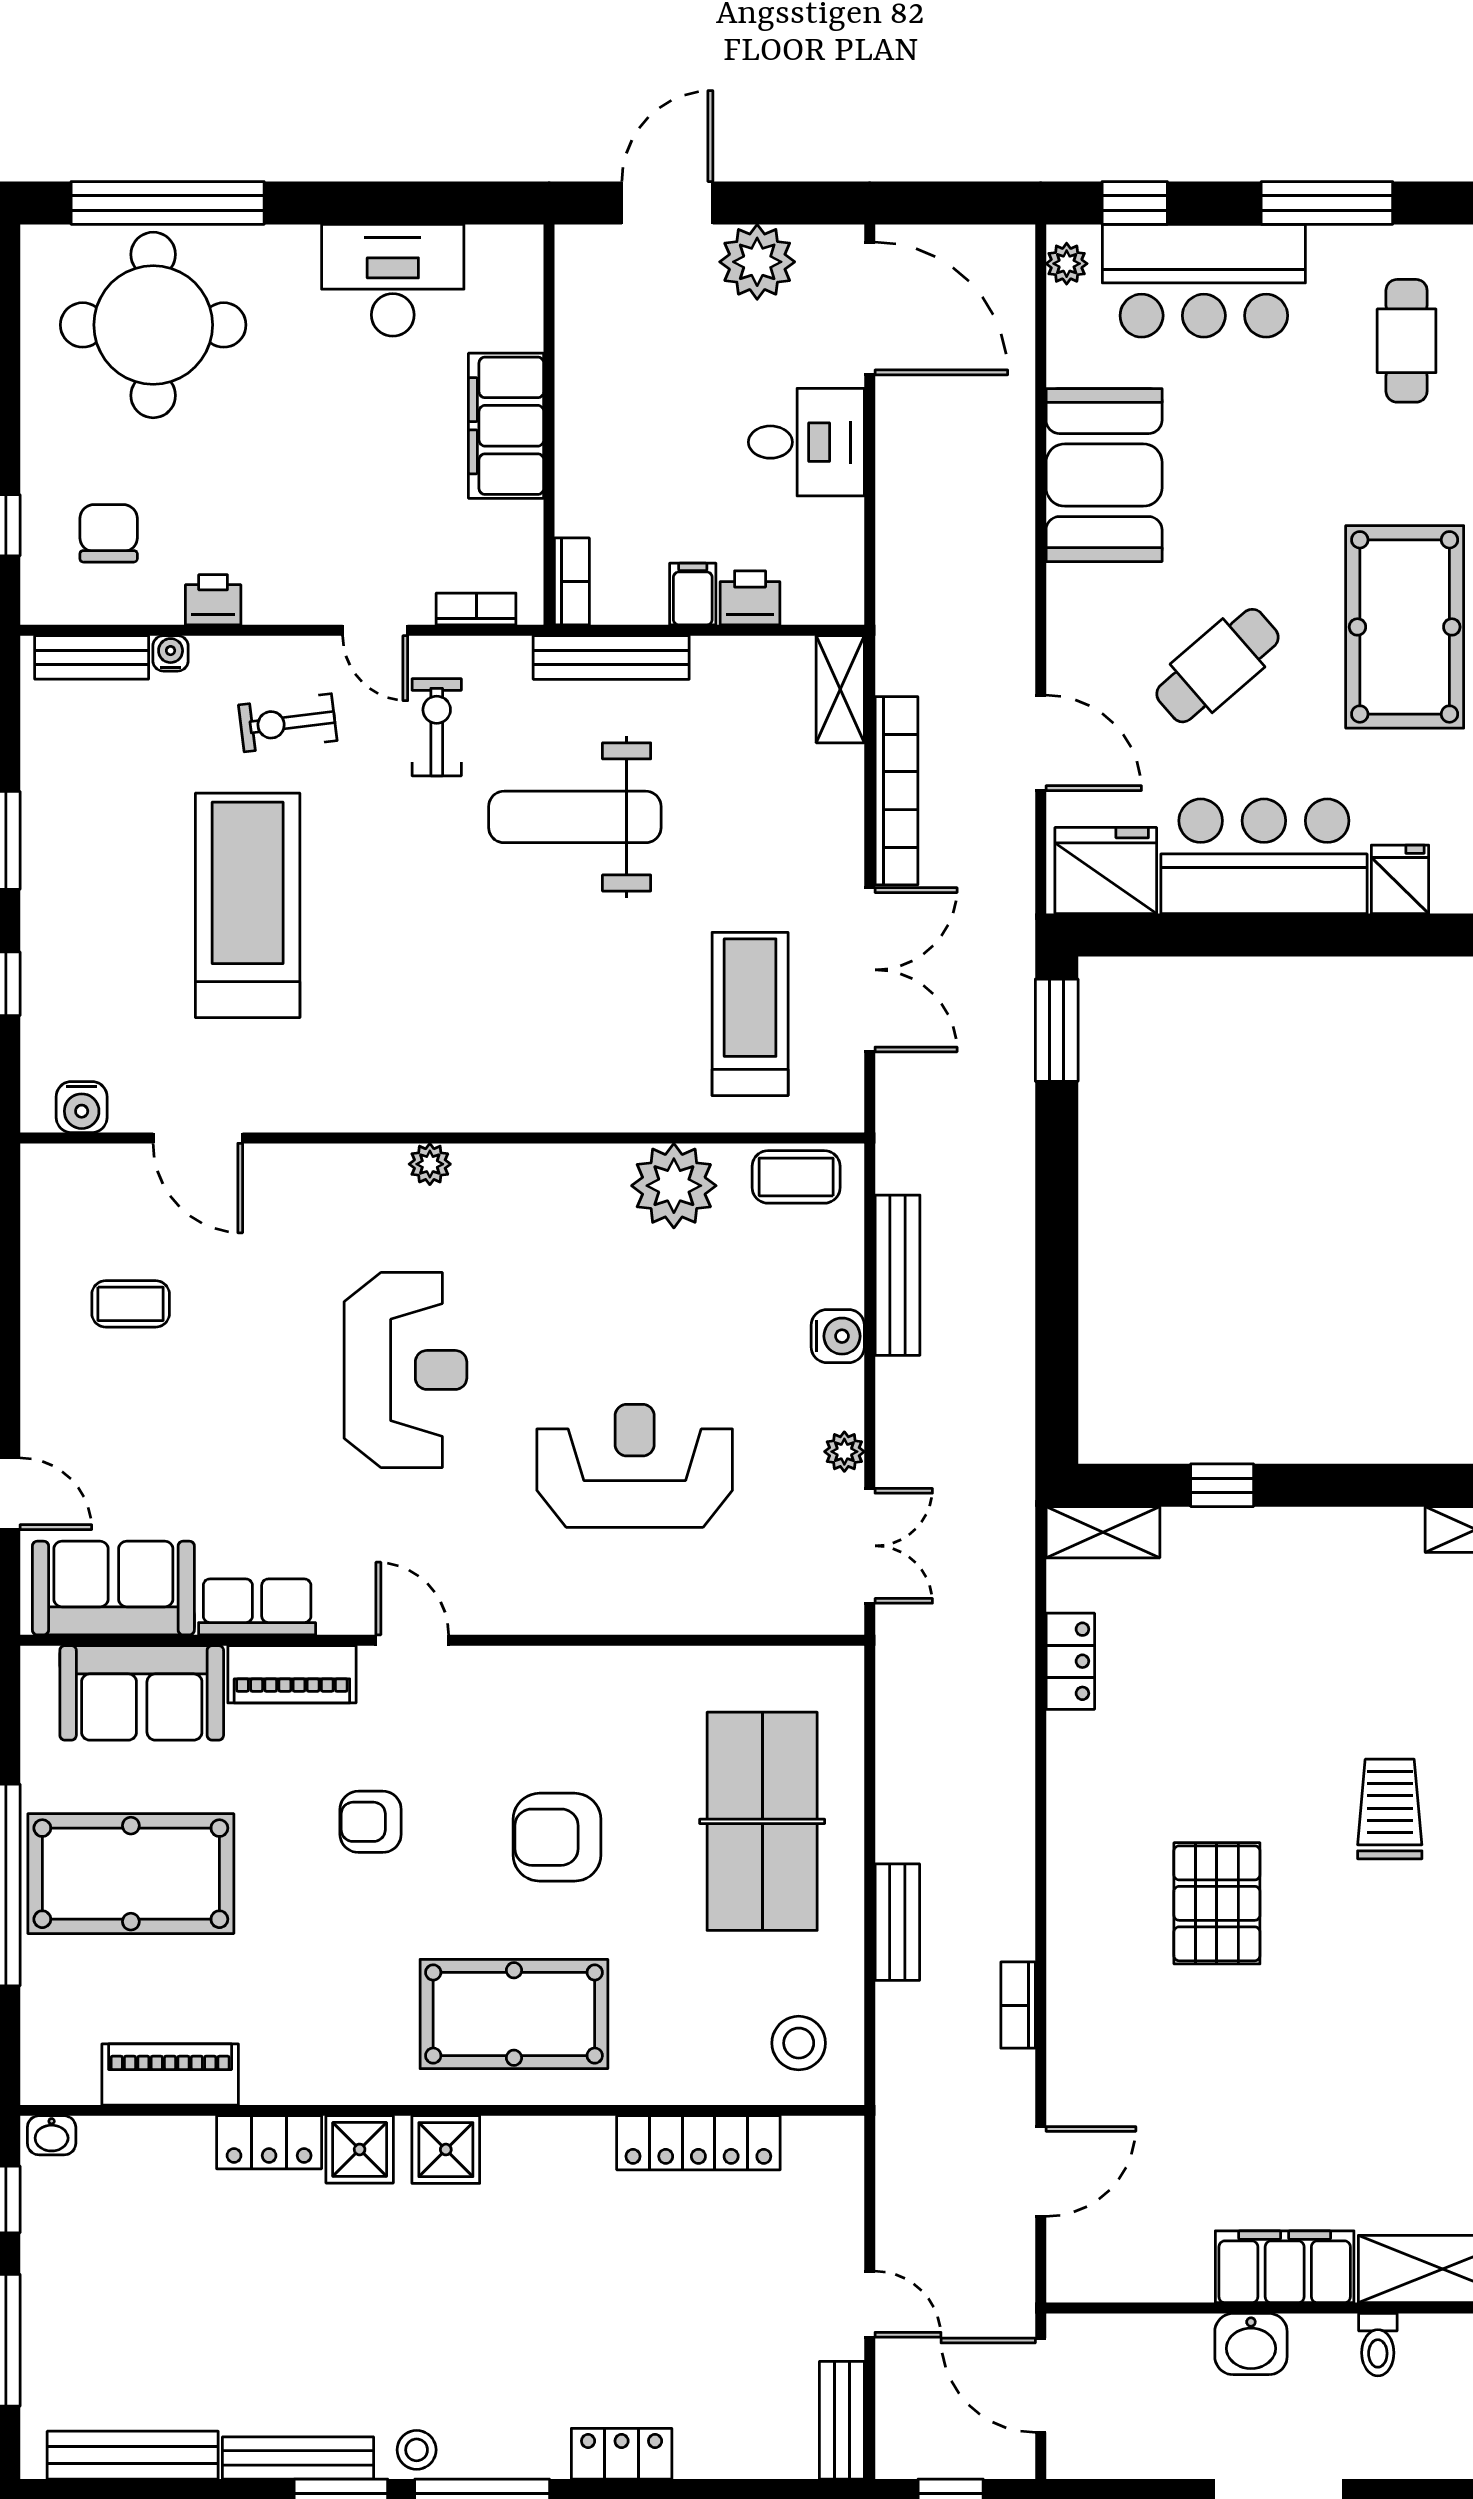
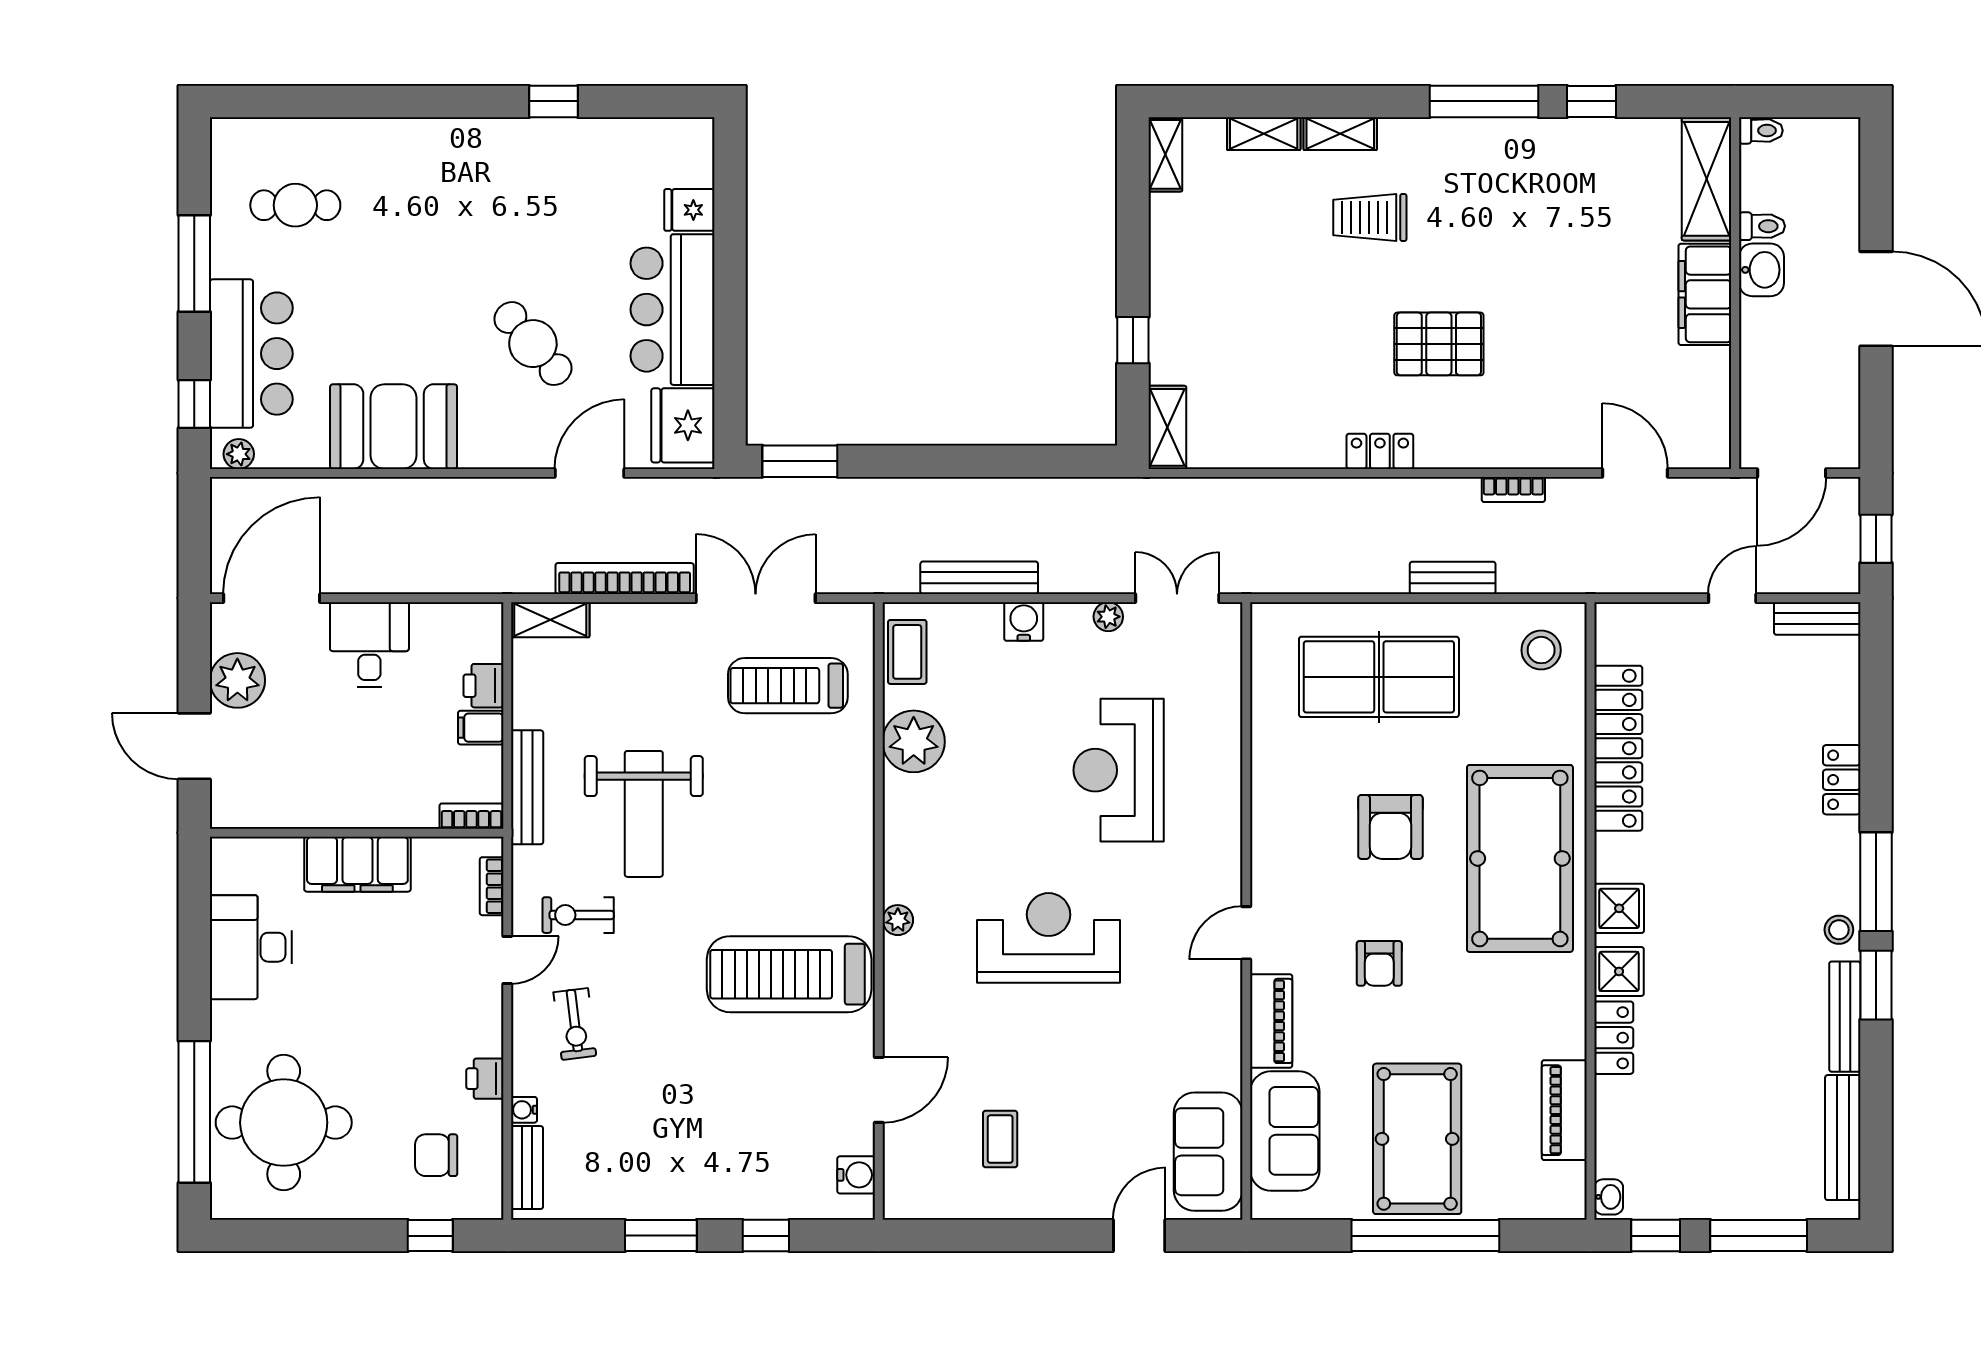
pool table: (1405, 627) -> (505, 207), removed
treadmill: (248, 905) -> (789, 974), moved
row of seats: (257, 1607) -> (1222, 1046), removed
locker: (1070, 1661) -> (1380, 451), moved
pool table: (514, 2014) -> (1520, 858), width x1.36, depth x1.32
locker: (698, 2143) -> (1618, 748), width x1.41, depth x1.21
washbasin: (1251, 2344) -> (1761, 270), moved

